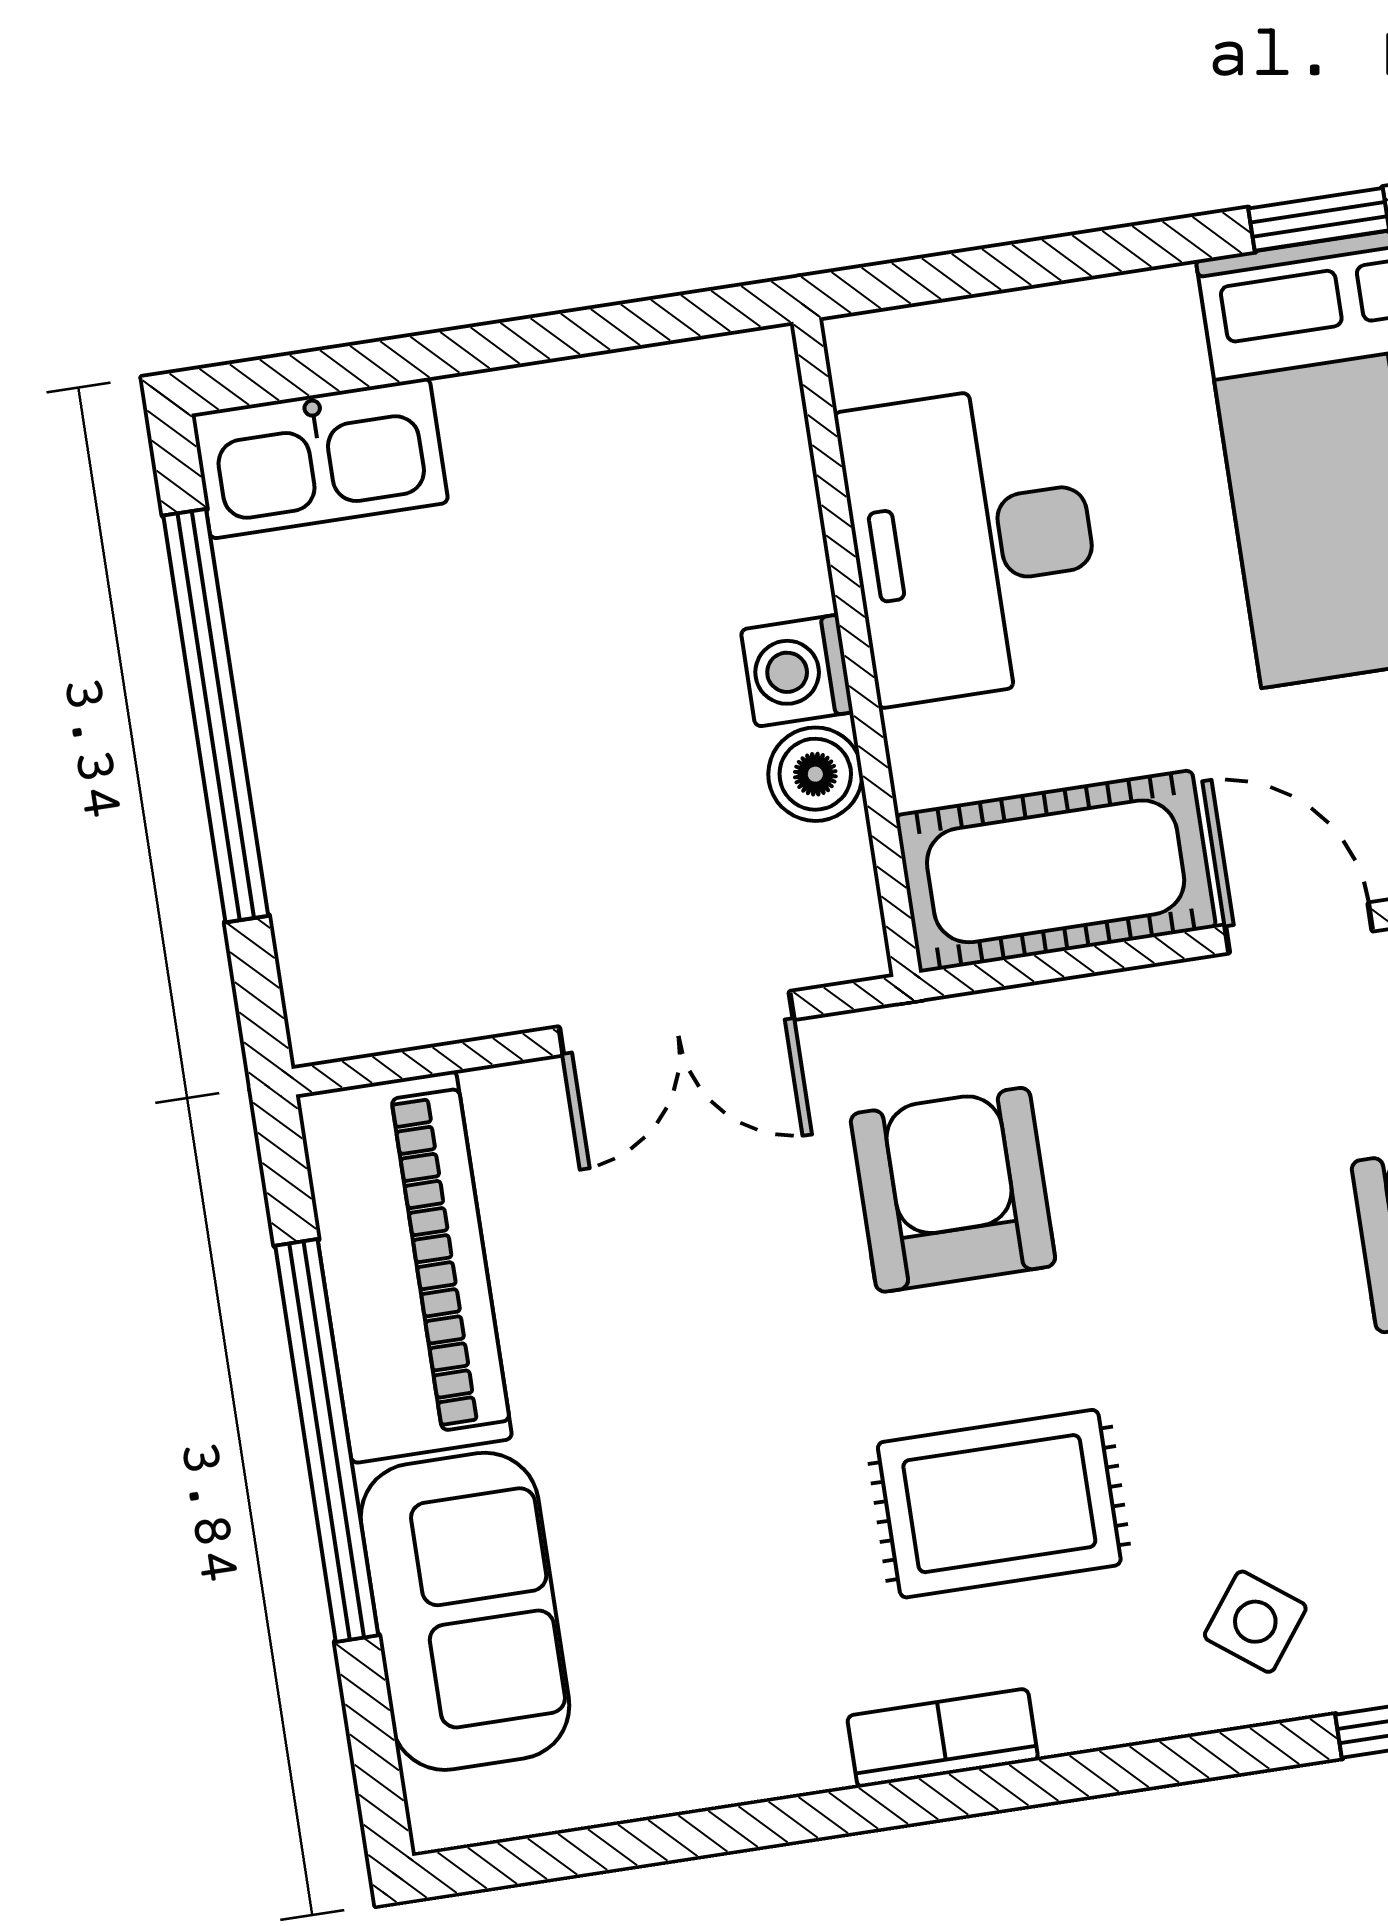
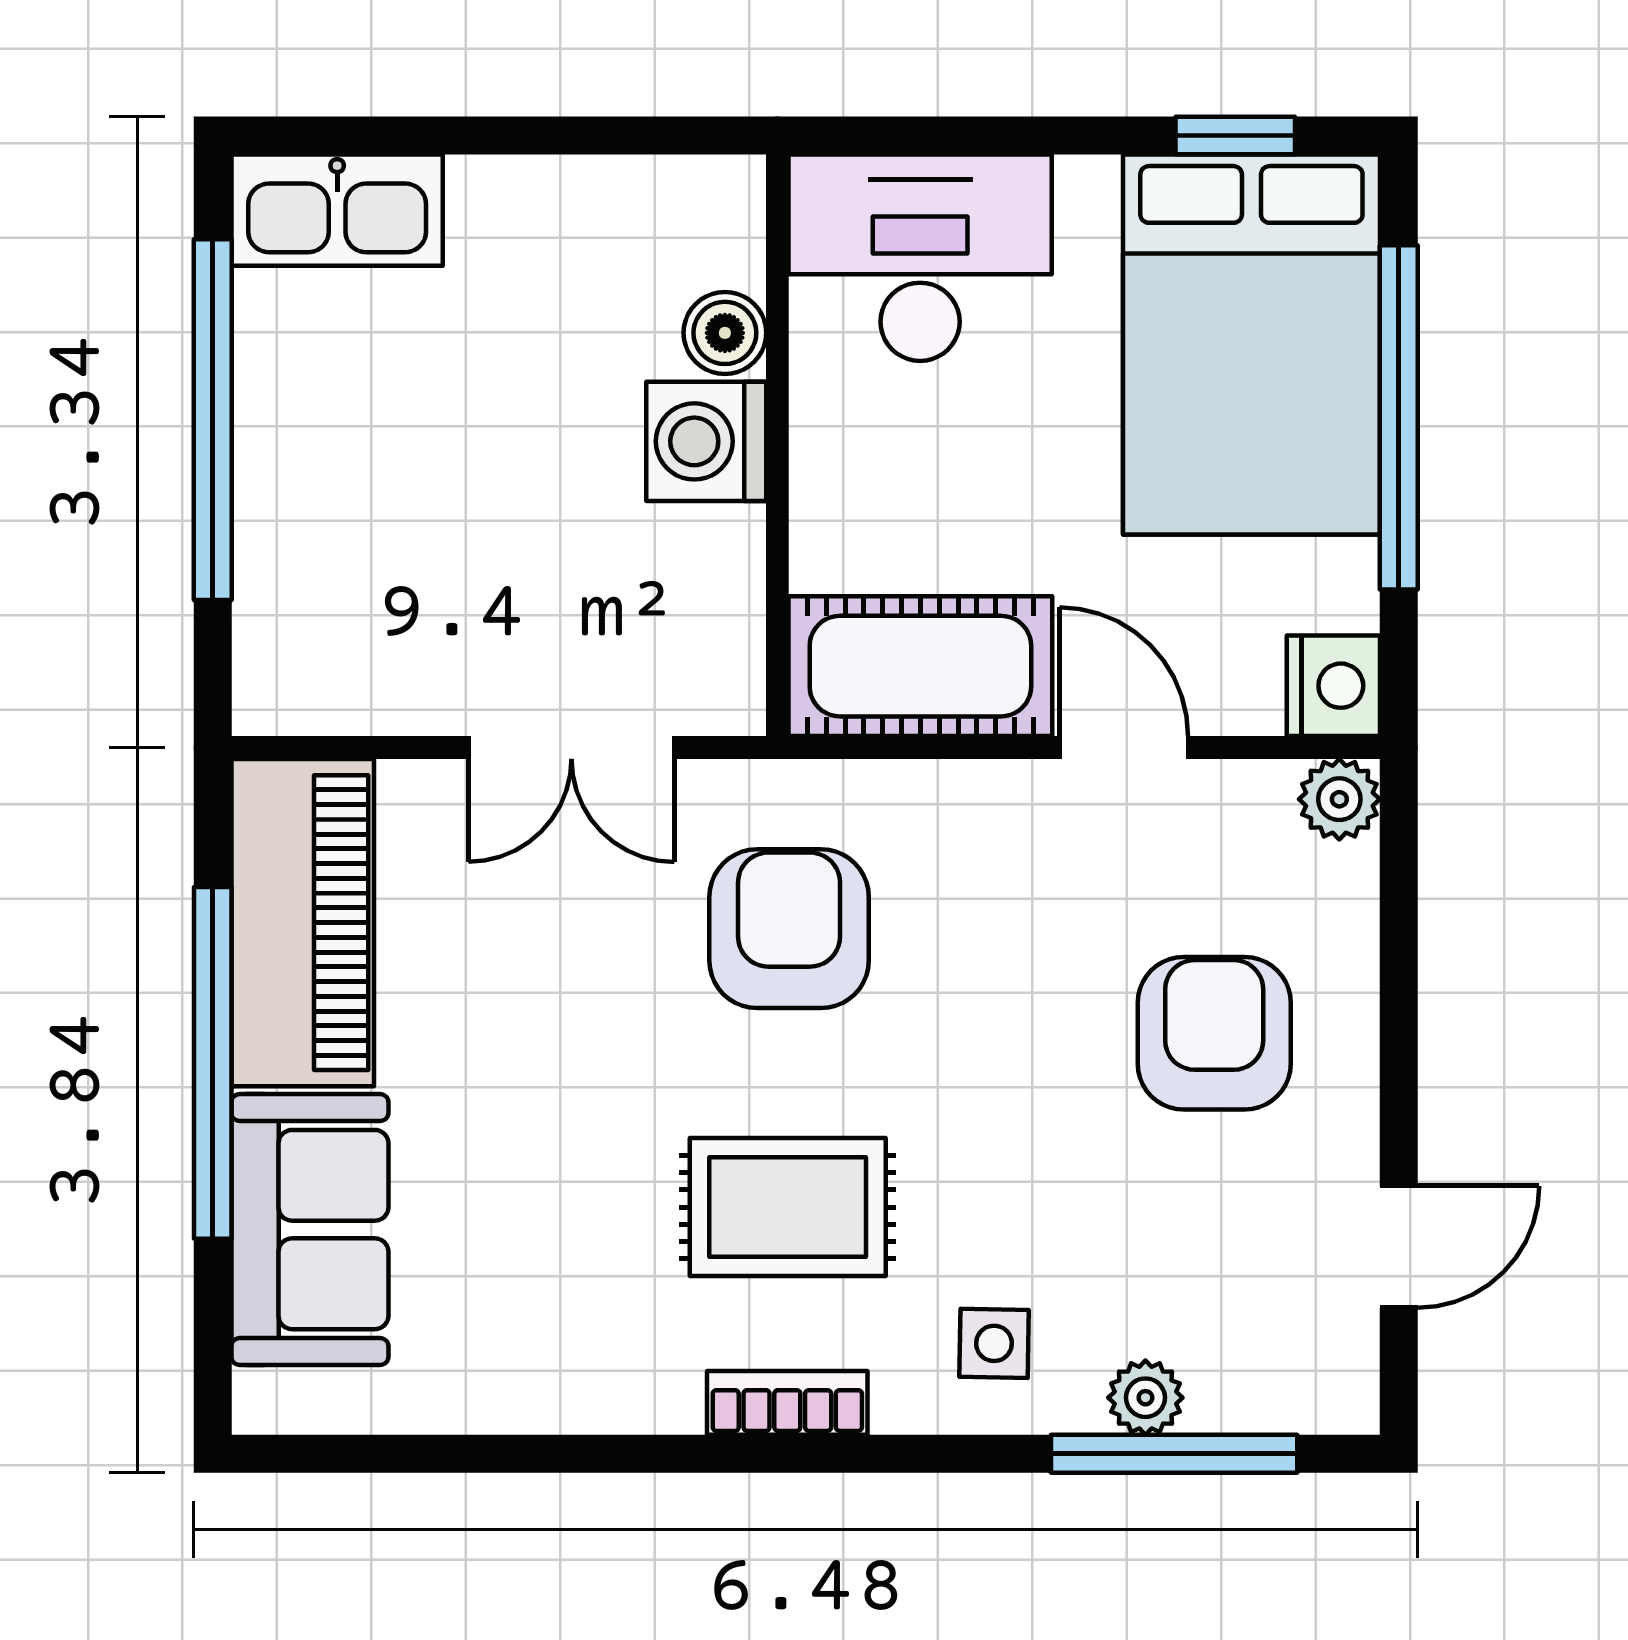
desk: (973, 543) -> (920, 258), moved, turned 90
washing machine: (797, 671) -> (706, 441), width x1.38, depth x1.38
boiler: (815, 774) -> (725, 333), moved
side table: (1255, 1622) -> (994, 1343), turned -36
bookcase: (943, 1738) -> (787, 1403), moved

